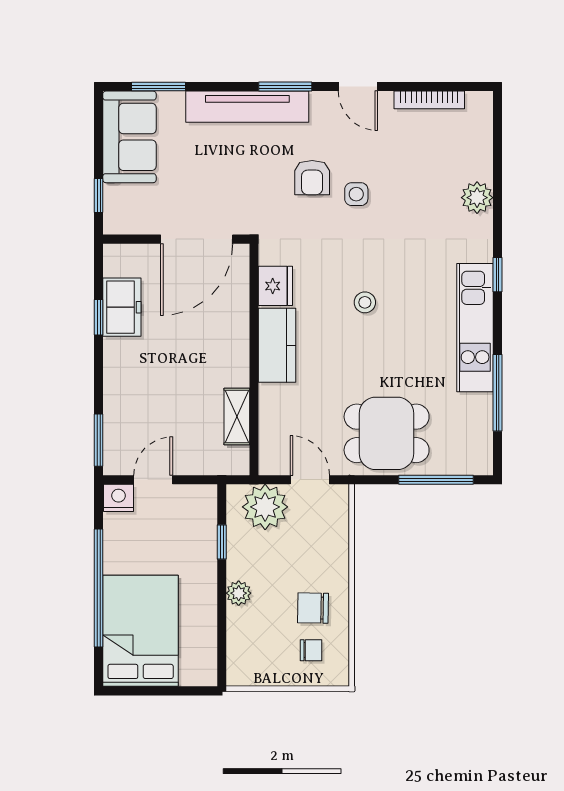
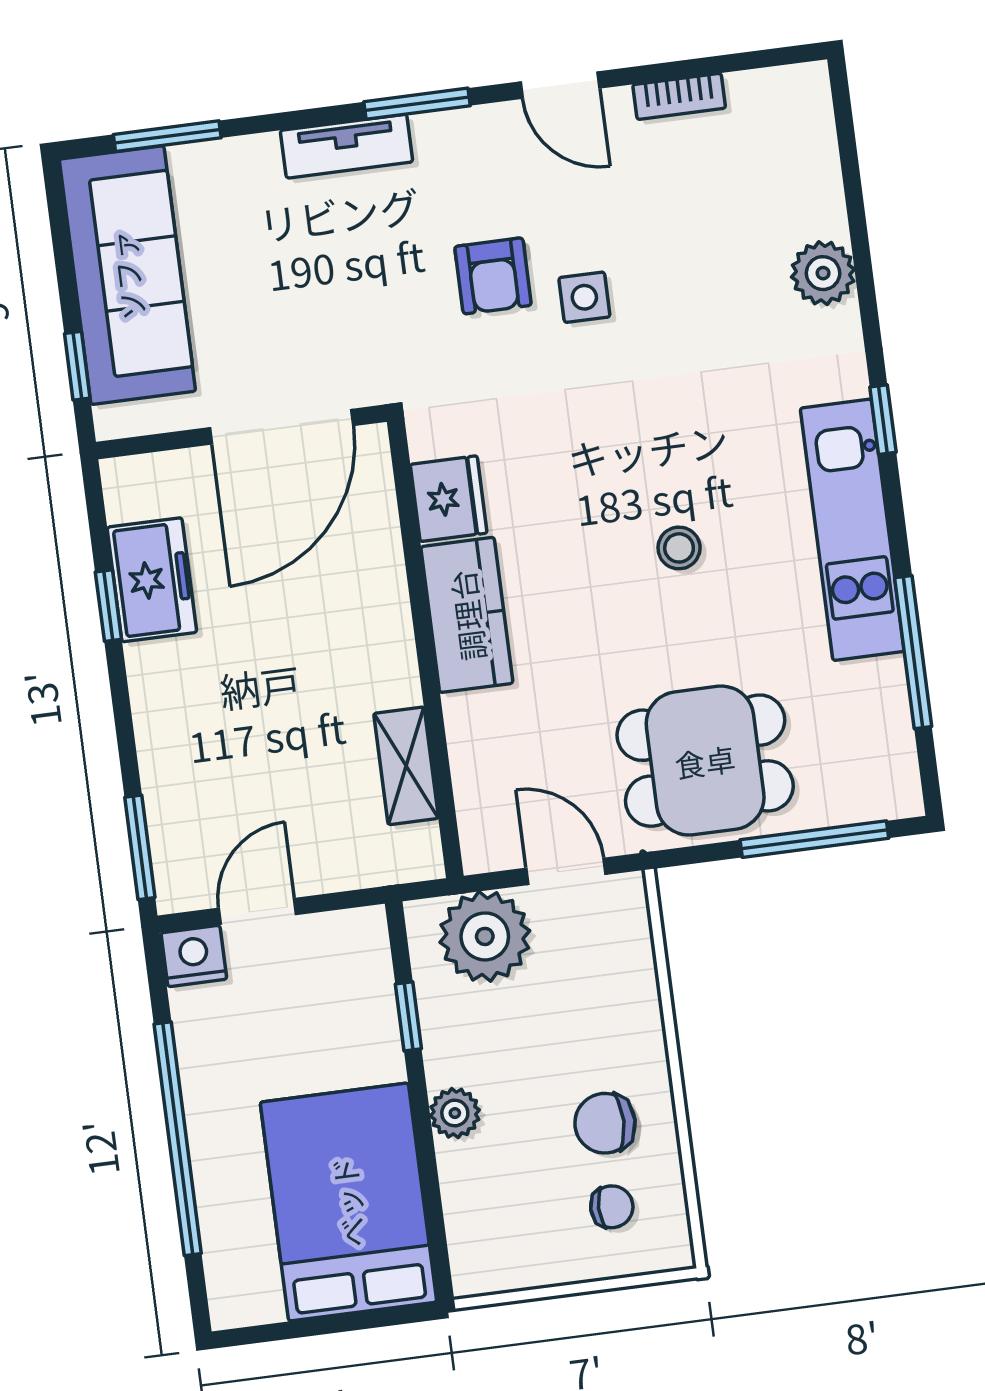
bookcase: (429, 100) -> (679, 96), width x0.64
tv unit: (247, 107) -> (347, 146), width x0.52, depth x0.78
sofa: (129, 137) -> (127, 275), width x1.36
stool: (365, 302) -> (679, 548), moved
bed: (141, 631) -> (348, 1202), moved

